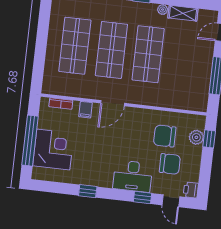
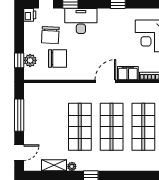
filing cabinet: (86, 110) -> (128, 73), width x2.00
chair: (170, 164) -> (50, 35), turned -87

